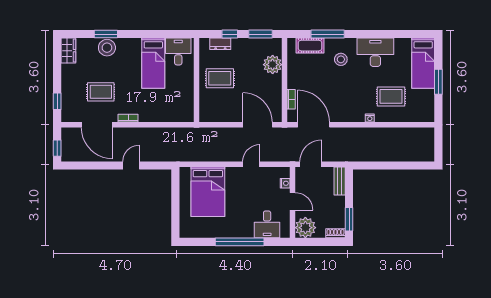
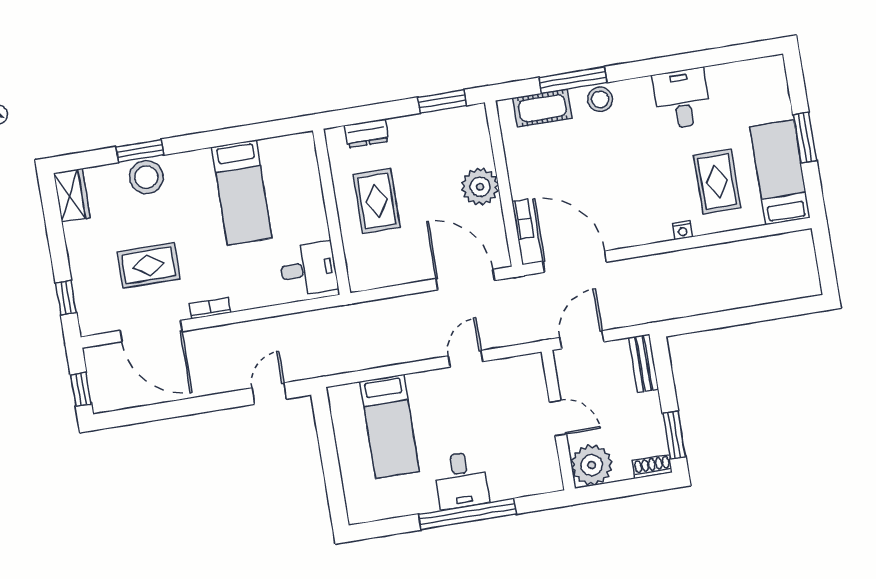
window: (230, 34) -> (382, 111), removed
desk: (178, 52) -> (308, 269), moved, turned 90
desk: (375, 52) -> (682, 99), width x0.73
stool: (341, 59) -> (600, 99), moved
bed: (423, 63) -> (780, 172), moved, turned 180
plant: (273, 65) -> (480, 187), moved
rug: (220, 78) -> (377, 201), turned 90
rug: (391, 96) -> (717, 181), turned 90
door: (131, 166) -> (269, 393), moved
nightstand: (285, 183) -> (538, 385), removed
bed: (208, 192) -> (390, 426), width x0.67
desk: (267, 224) -> (461, 480), moved

